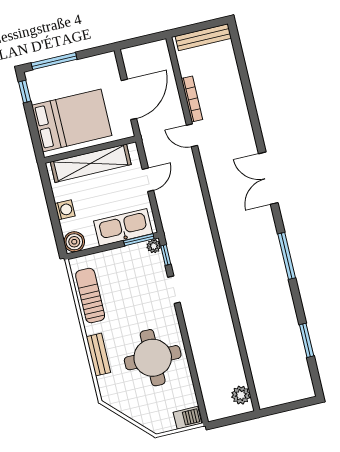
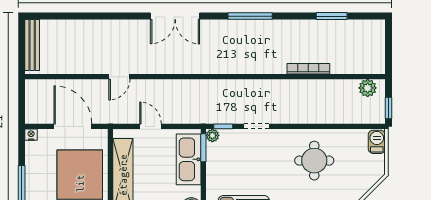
nightstand: (110, 58) -> (31, 135), added
bookcase: (192, 99) -> (308, 69), moved
round table: (153, 358) -> (314, 161), width x0.73, depth x0.73
window: (225, 422) -> (388, 108), added

